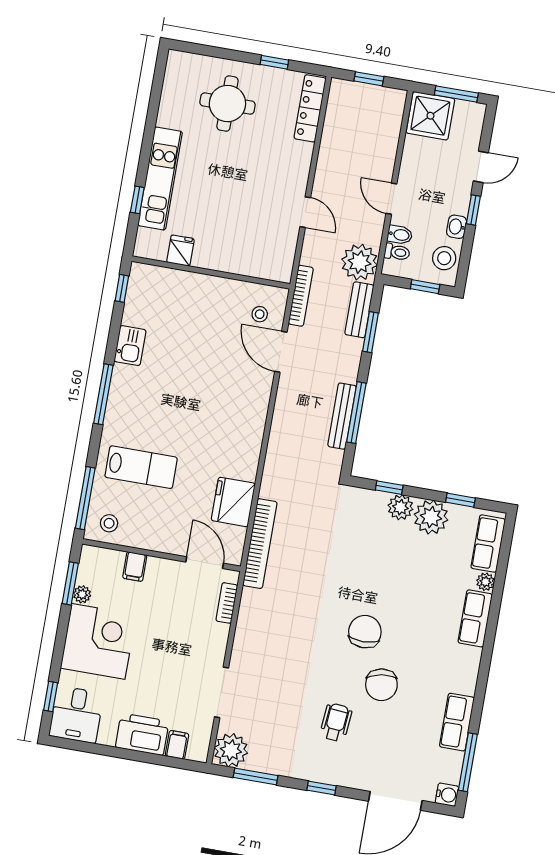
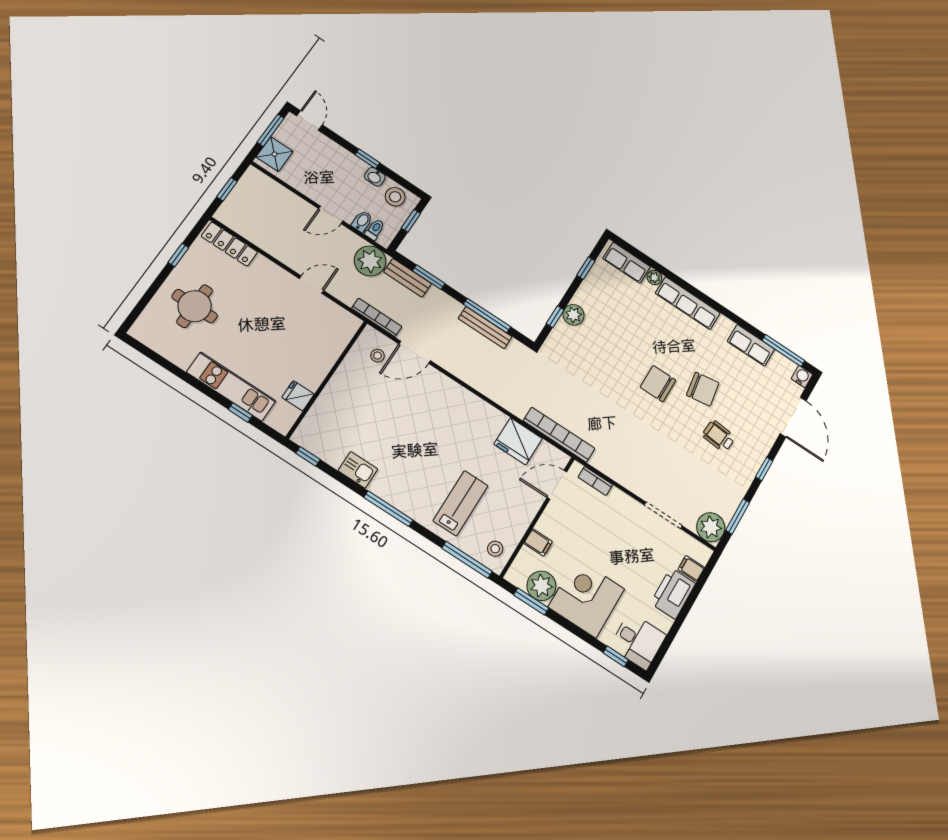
shower: (430, 116) -> (275, 154), width x0.73, depth x0.73
door: (481, 167) -> (309, 120), moved
plant: (431, 517) -> (590, 296), removed
plant: (82, 594) -> (541, 586), width x1.88, depth x1.88
row of seats: (475, 618) -> (688, 303), width x1.48

